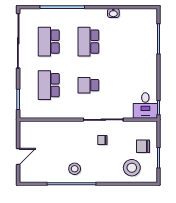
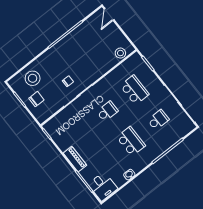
school desk: (49, 42) -> (158, 120), width x0.54
piano: (151, 65) -> (75, 159), added
desk: (145, 106) -> (103, 186), moved, turned 180
door: (18, 156) -> (109, 14), moved
stool: (75, 169) -> (120, 53), moved

